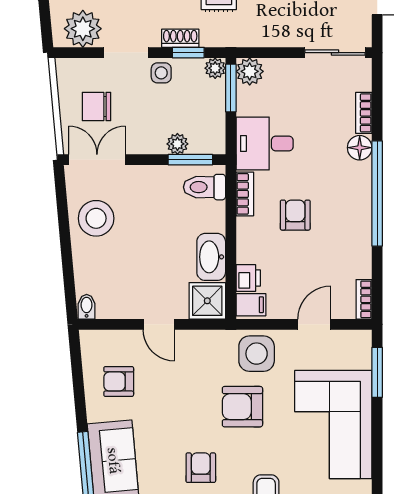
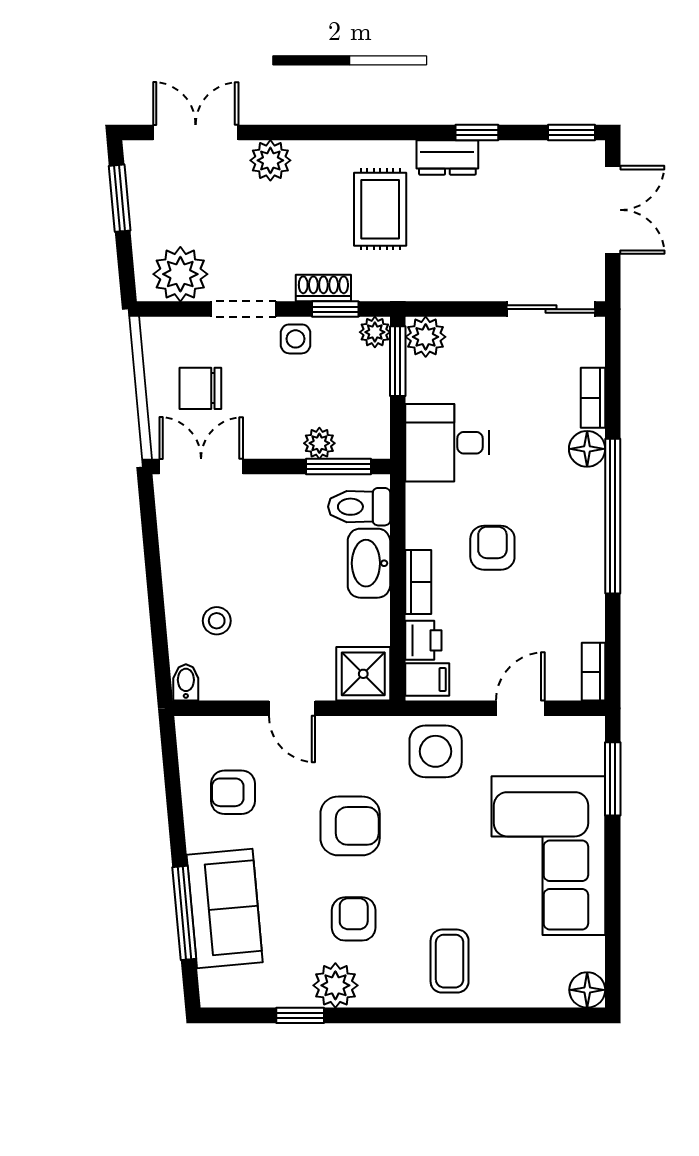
bookcase: (245, 194) -> (418, 582), moved
stool: (96, 218) -> (217, 621), moved, width x0.53, depth x0.53
washbasin: (211, 257) -> (369, 563), moved
armchair: (242, 407) -> (350, 826), moved, turned 180

